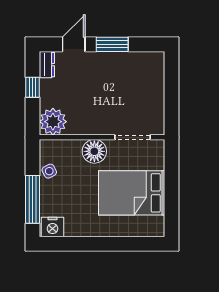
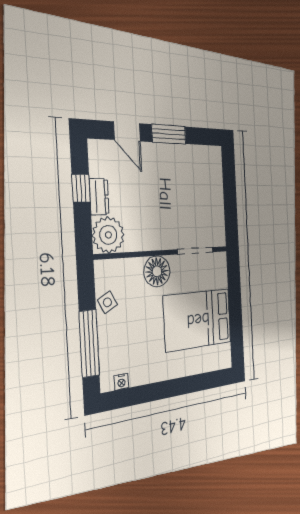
door: (74, 44) -> (127, 132), swing flipped
dresser: (47, 65) -> (99, 197), moved
nightstand: (52, 227) -> (121, 382), width x0.53, depth x0.56

